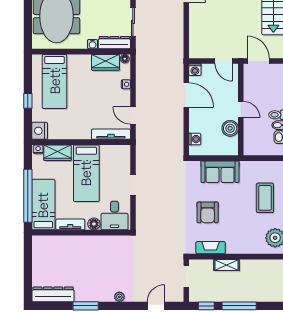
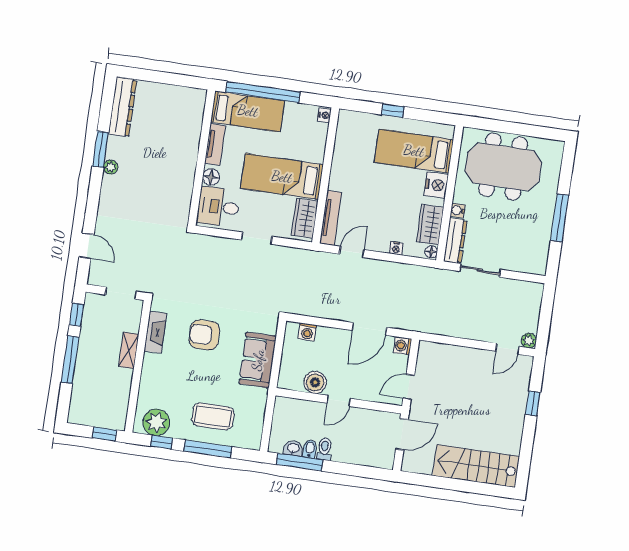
nightstand: (40, 131) -> (436, 185), moved, turned 90
wardrobe: (58, 153) -> (305, 218), moved
plant: (119, 297) -> (111, 167), moved

